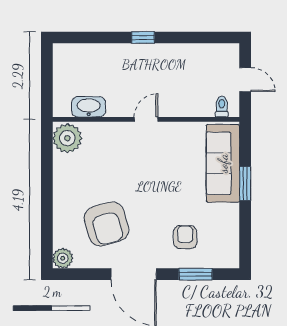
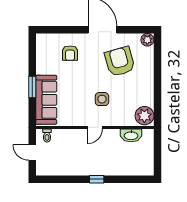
side table: (135, 164) -> (102, 99), added
window: (196, 274) -> (64, 30), removed

